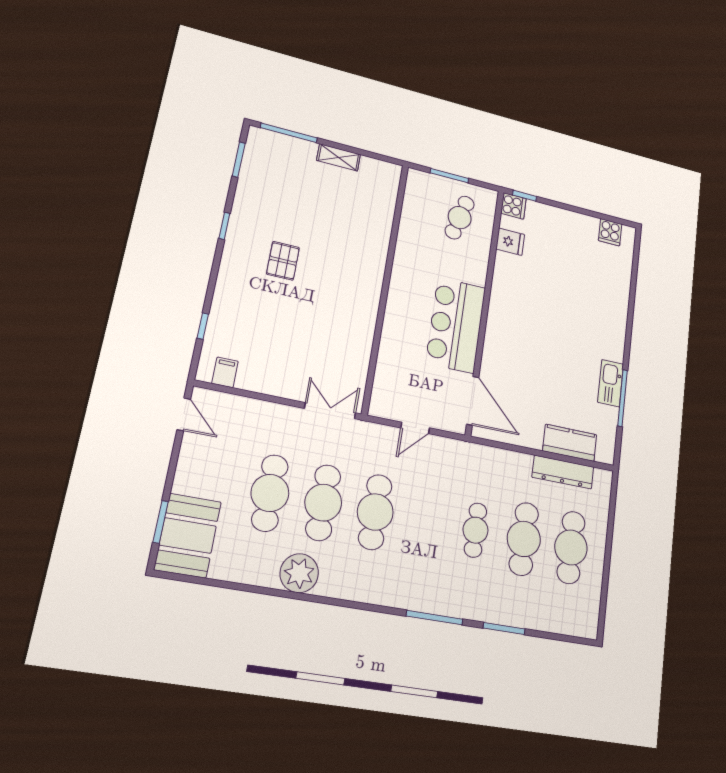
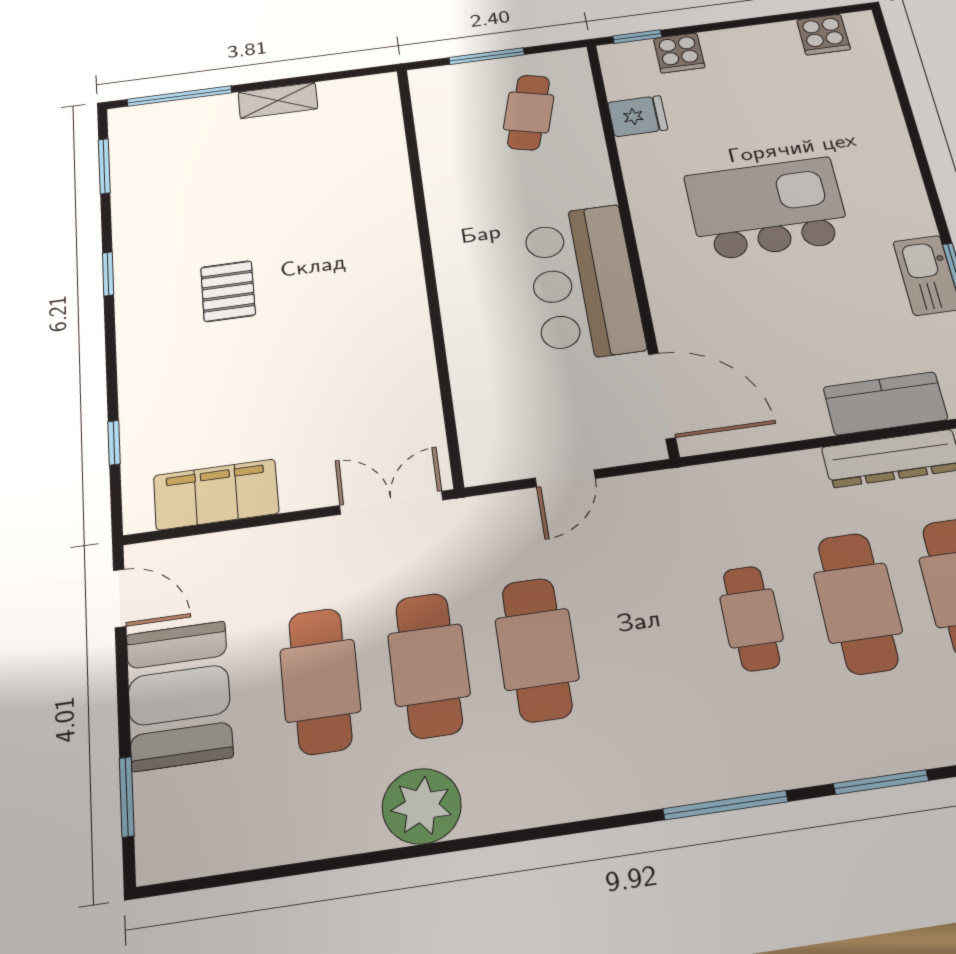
cooker: (513, 206) -> (679, 53), moved, turned 90
kitchen island: (553, 318) -> (767, 208), added
filing cabinet: (225, 372) -> (216, 494), width x3.00, depth x1.17
booth: (188, 536) -> (179, 695), moved

